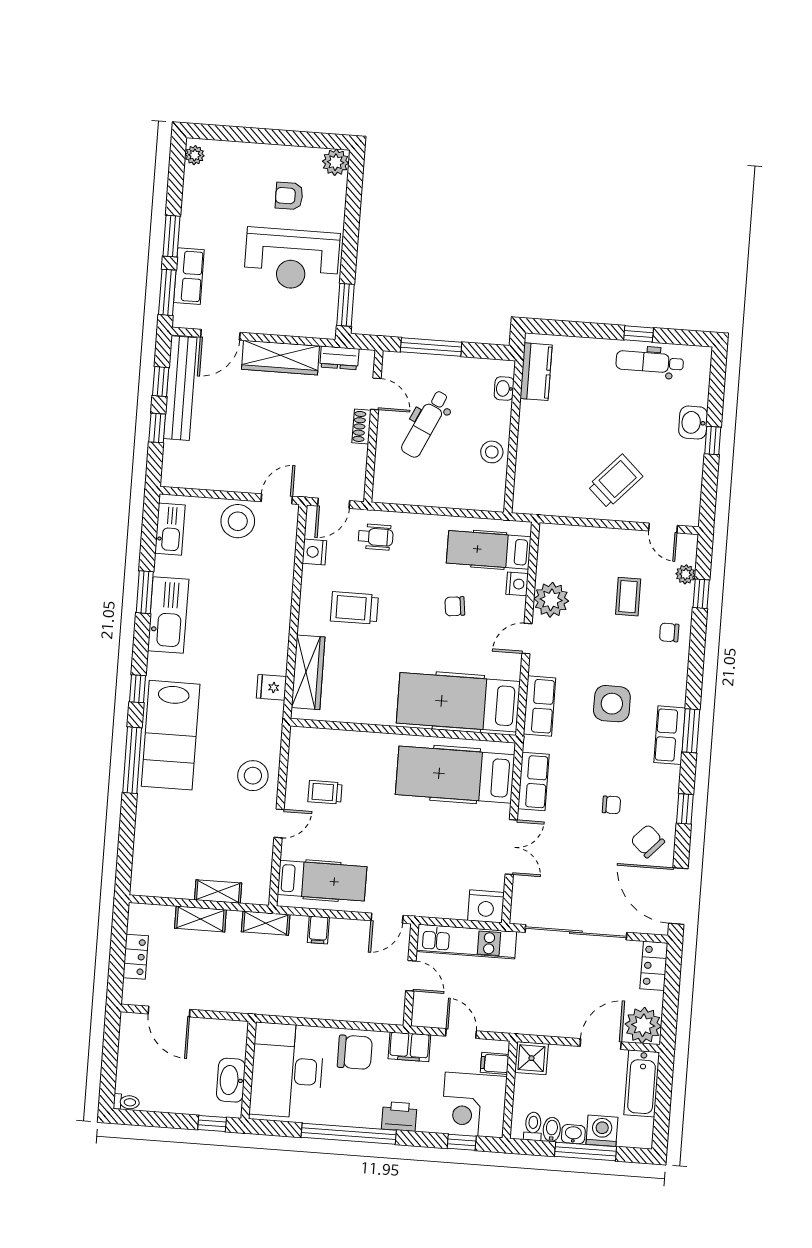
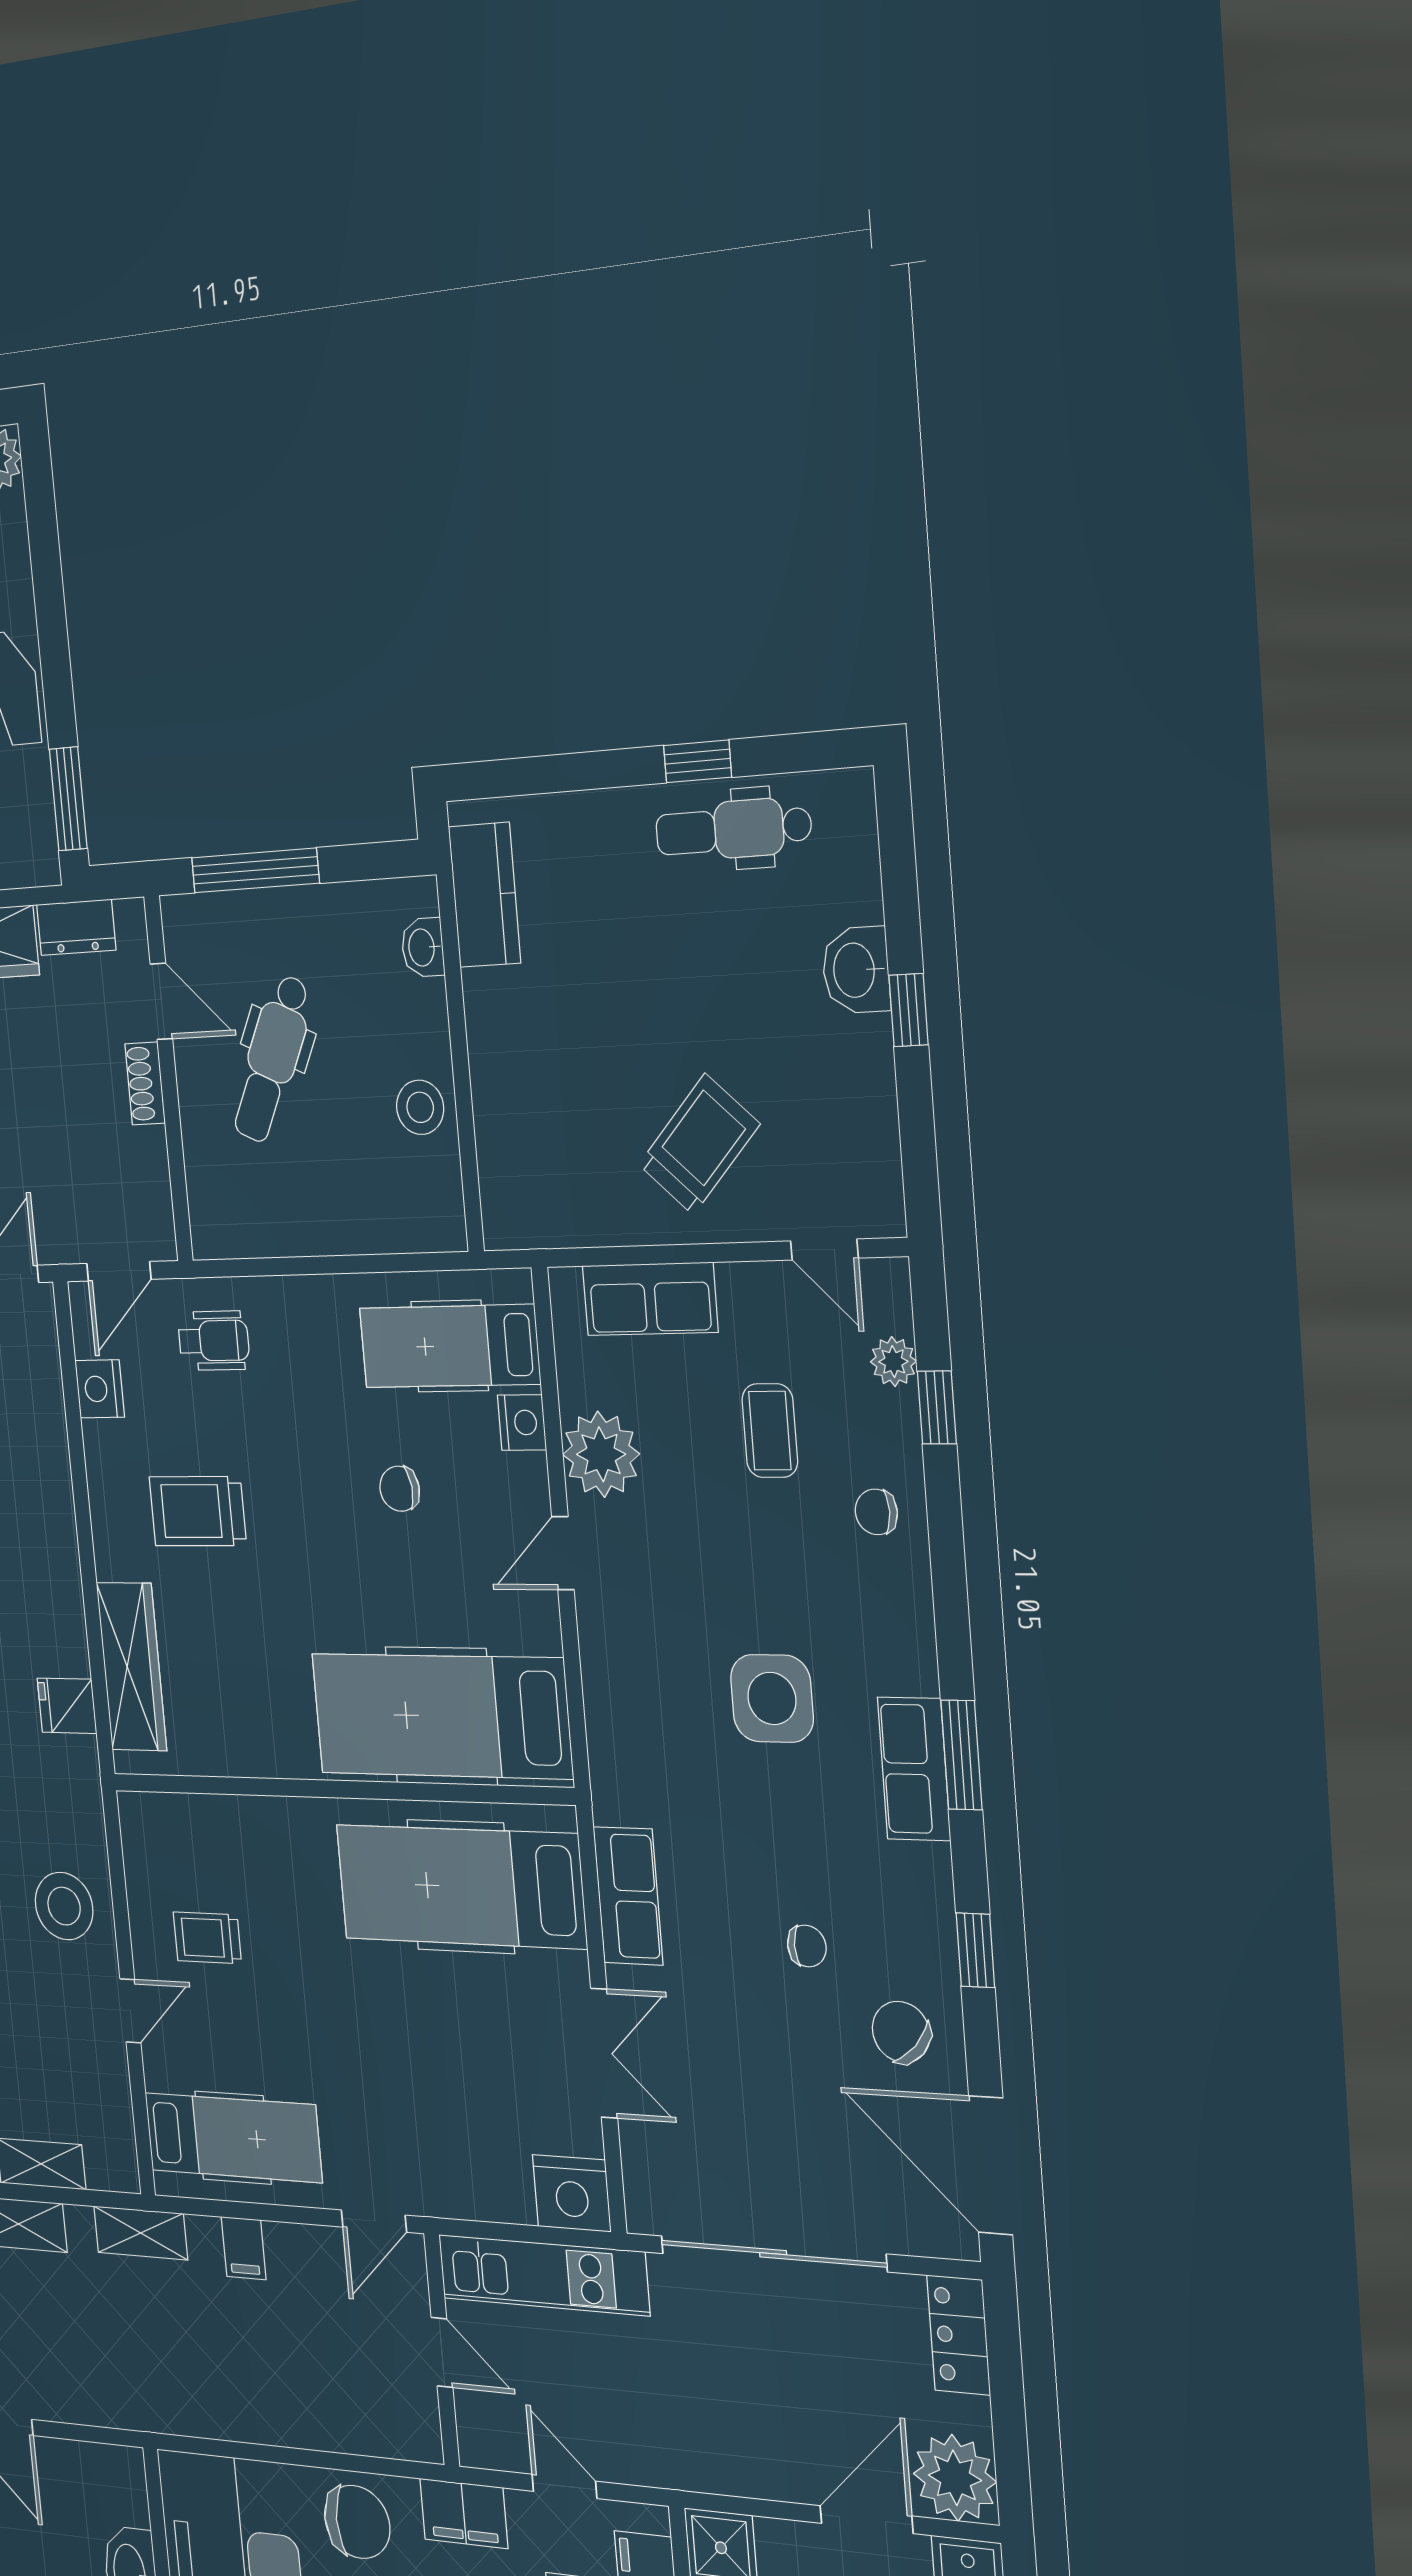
row of seats: (540, 706) -> (650, 1299), moved, turned 90

